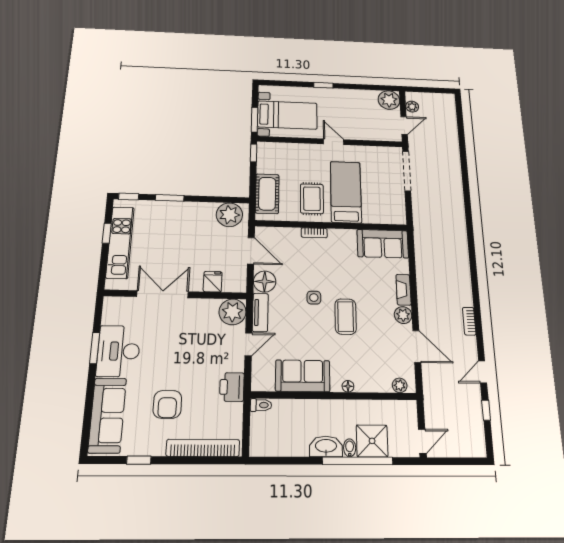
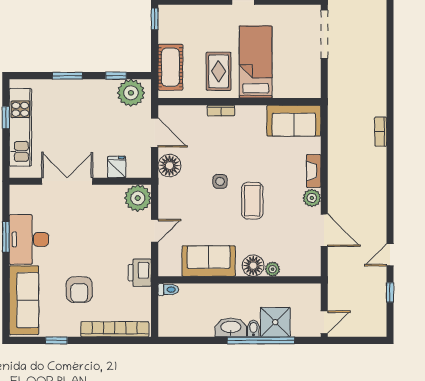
window: (129, 197) -> (116, 76), moved
tv unit: (260, 312) -> (166, 198), removed
bookcase: (469, 321) -> (381, 132), moved
plant: (400, 385) -> (273, 269), moved
floor lamp: (348, 386) -> (253, 266), width x1.89, depth x1.89

